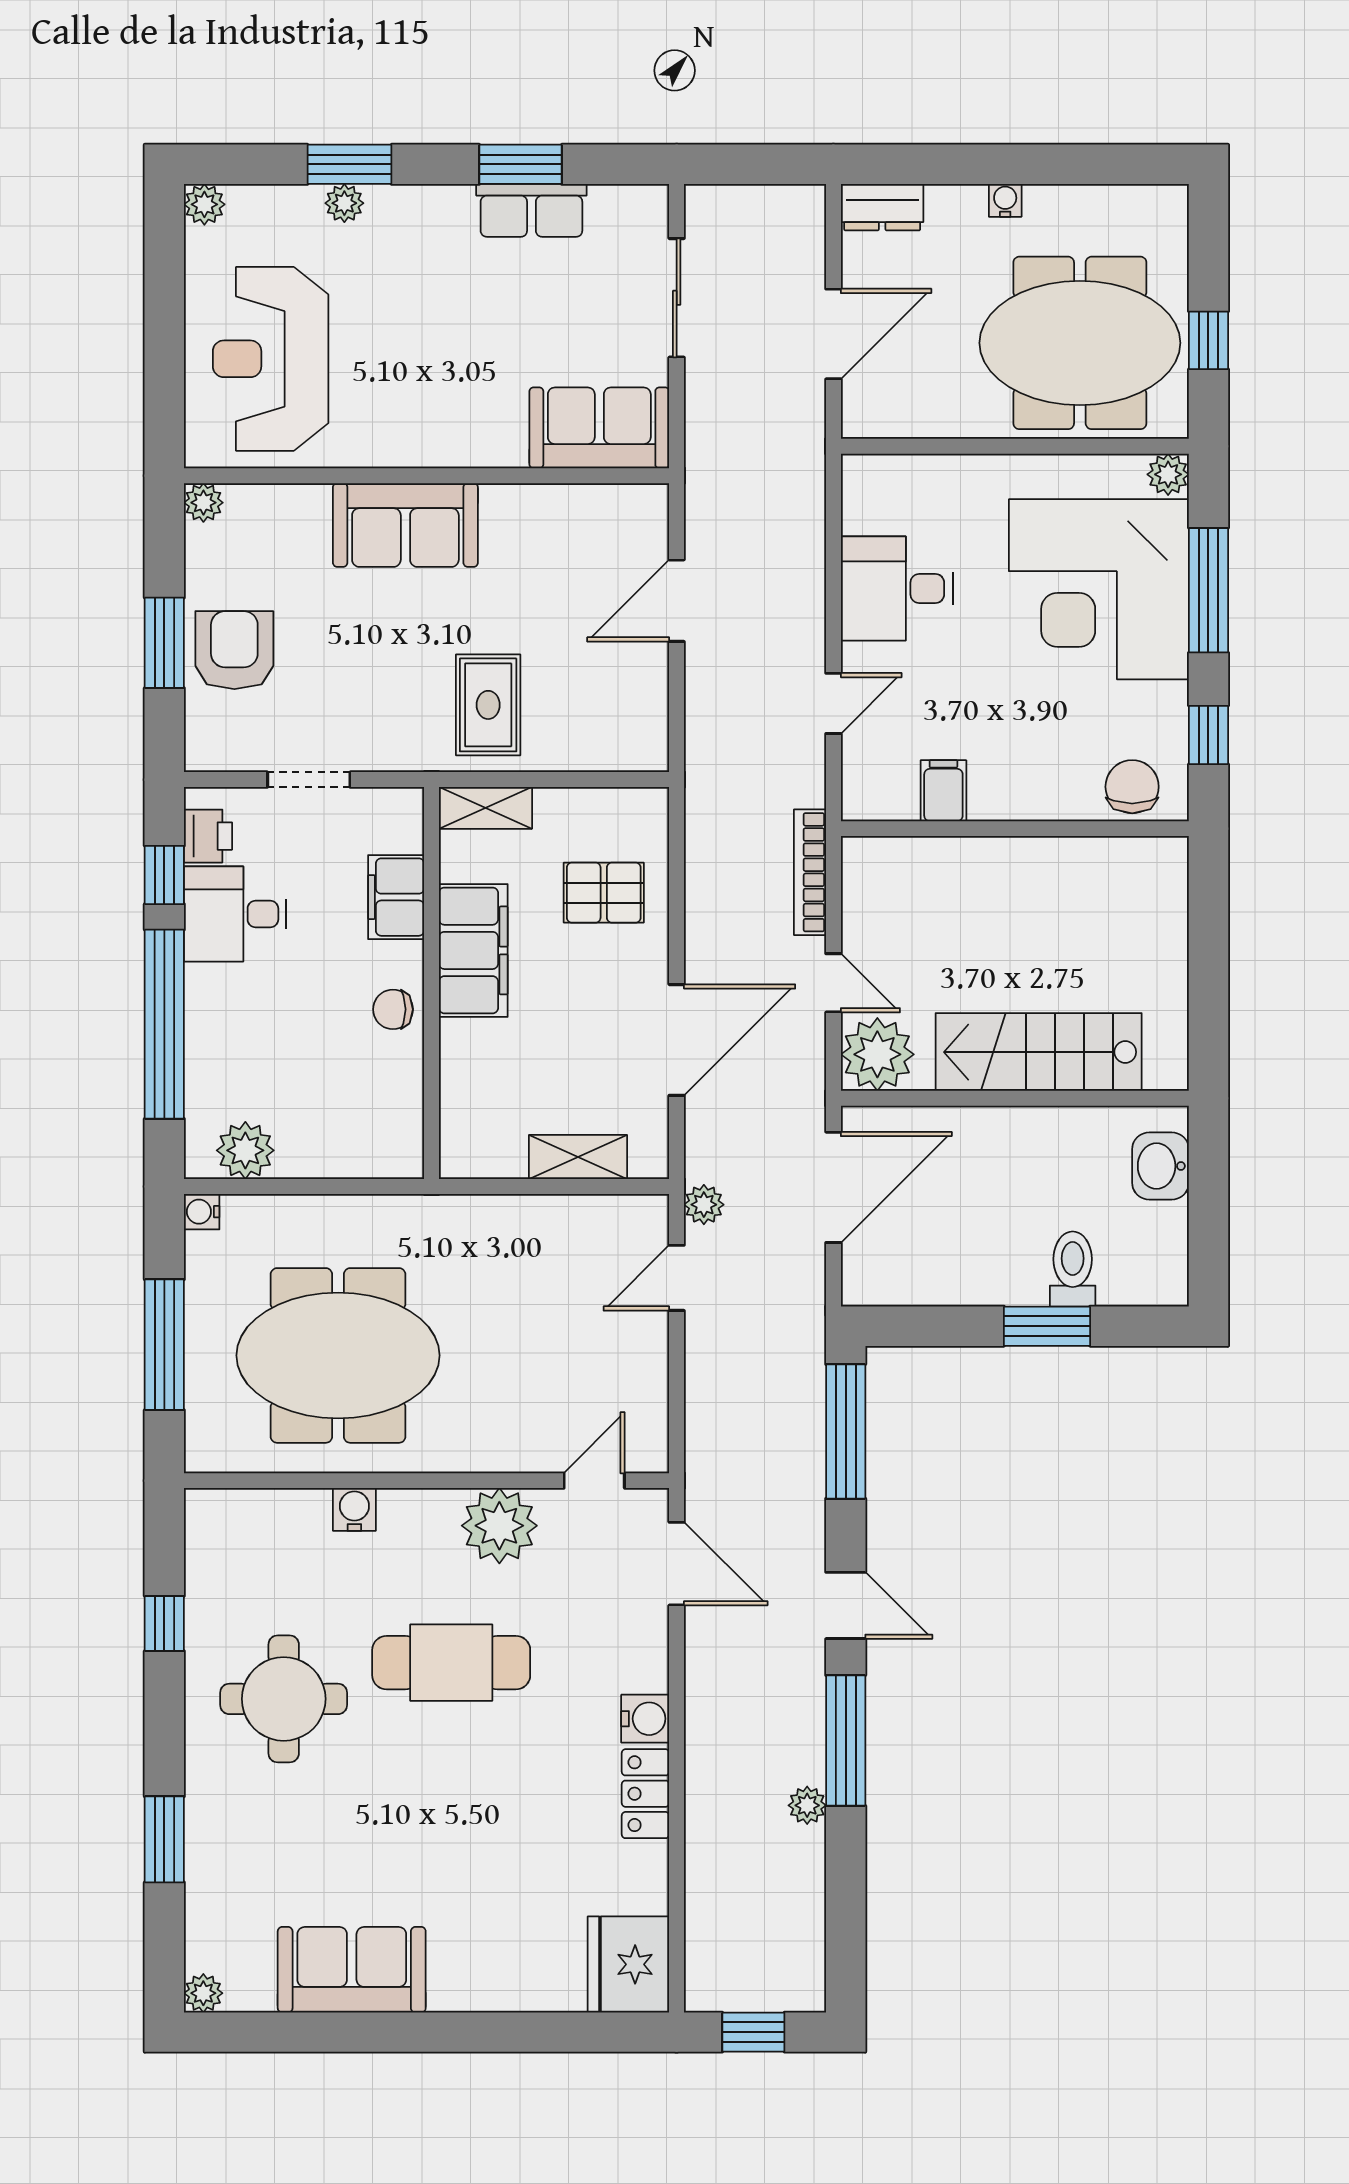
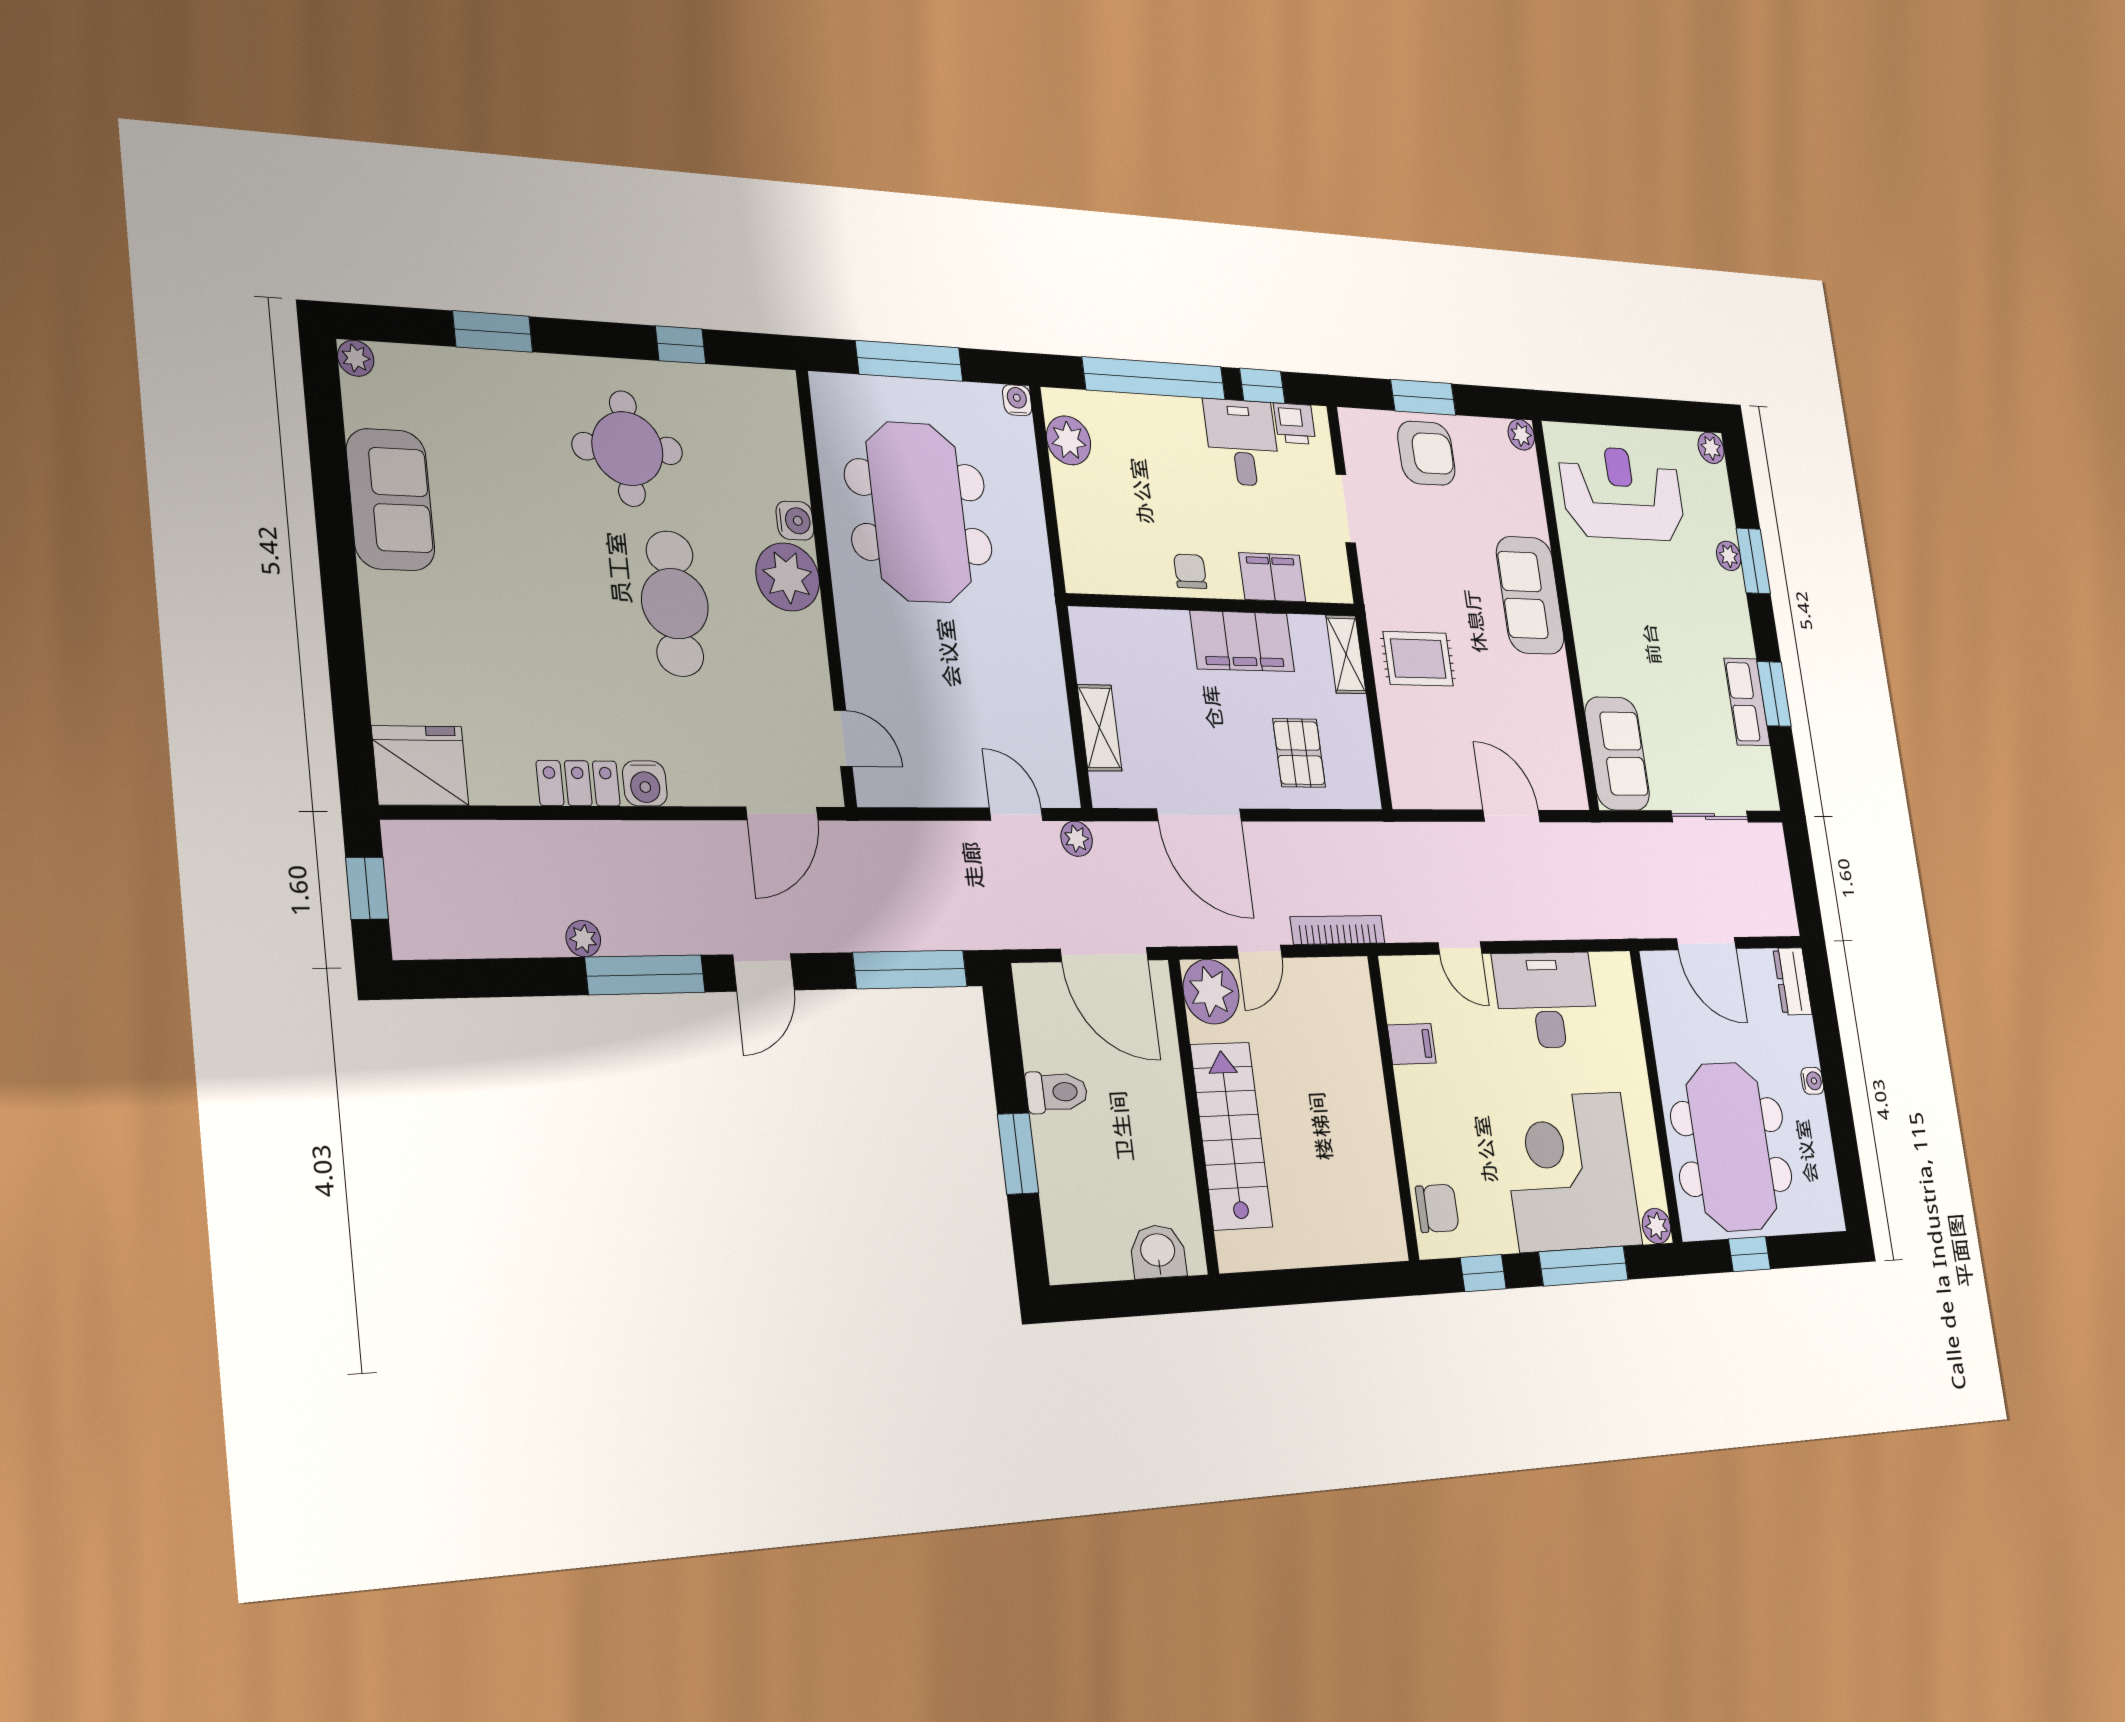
desk: (897, 588) -> (1546, 1000), width x1.37
toilet: (1073, 1269) -> (1057, 1092), moved
plant: (499, 1526) -> (788, 577), moved

